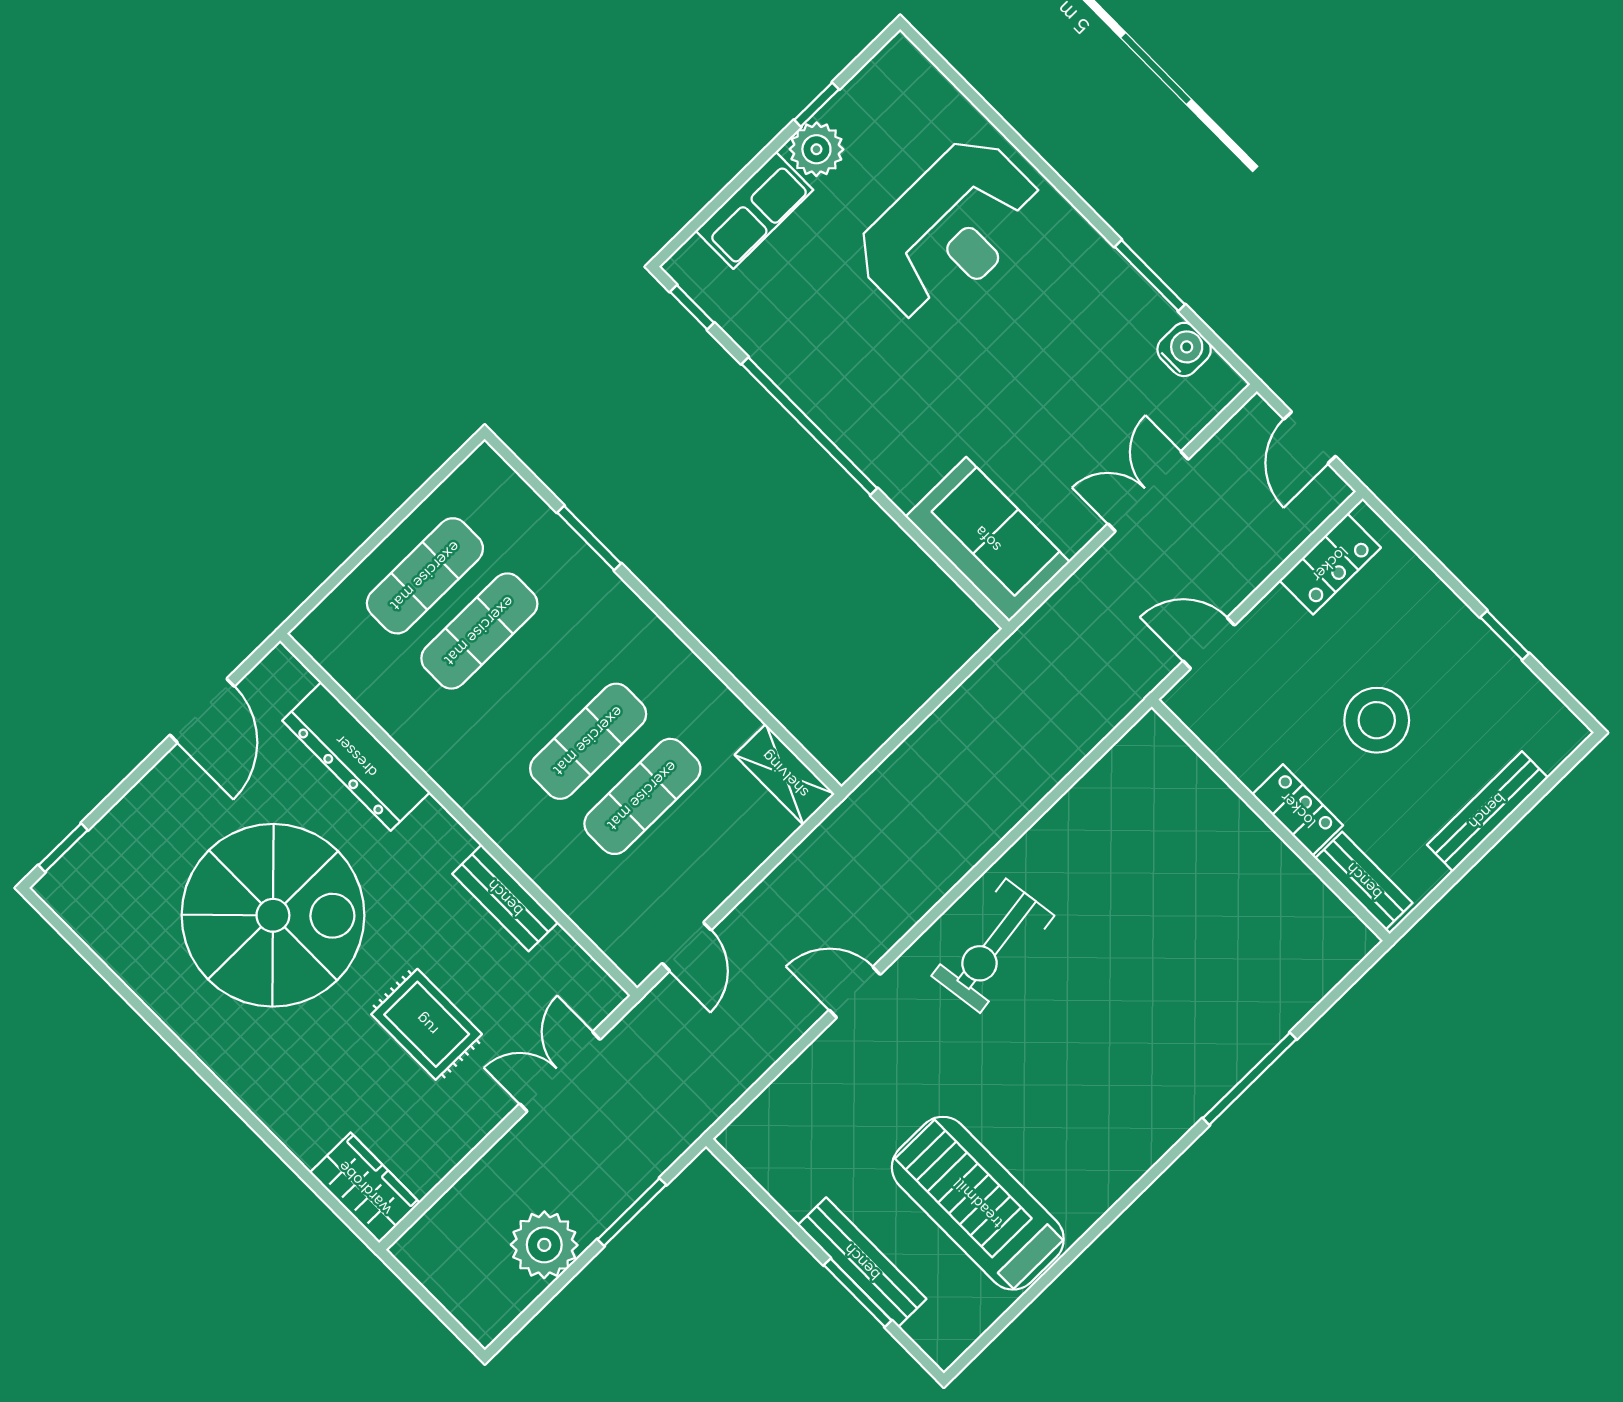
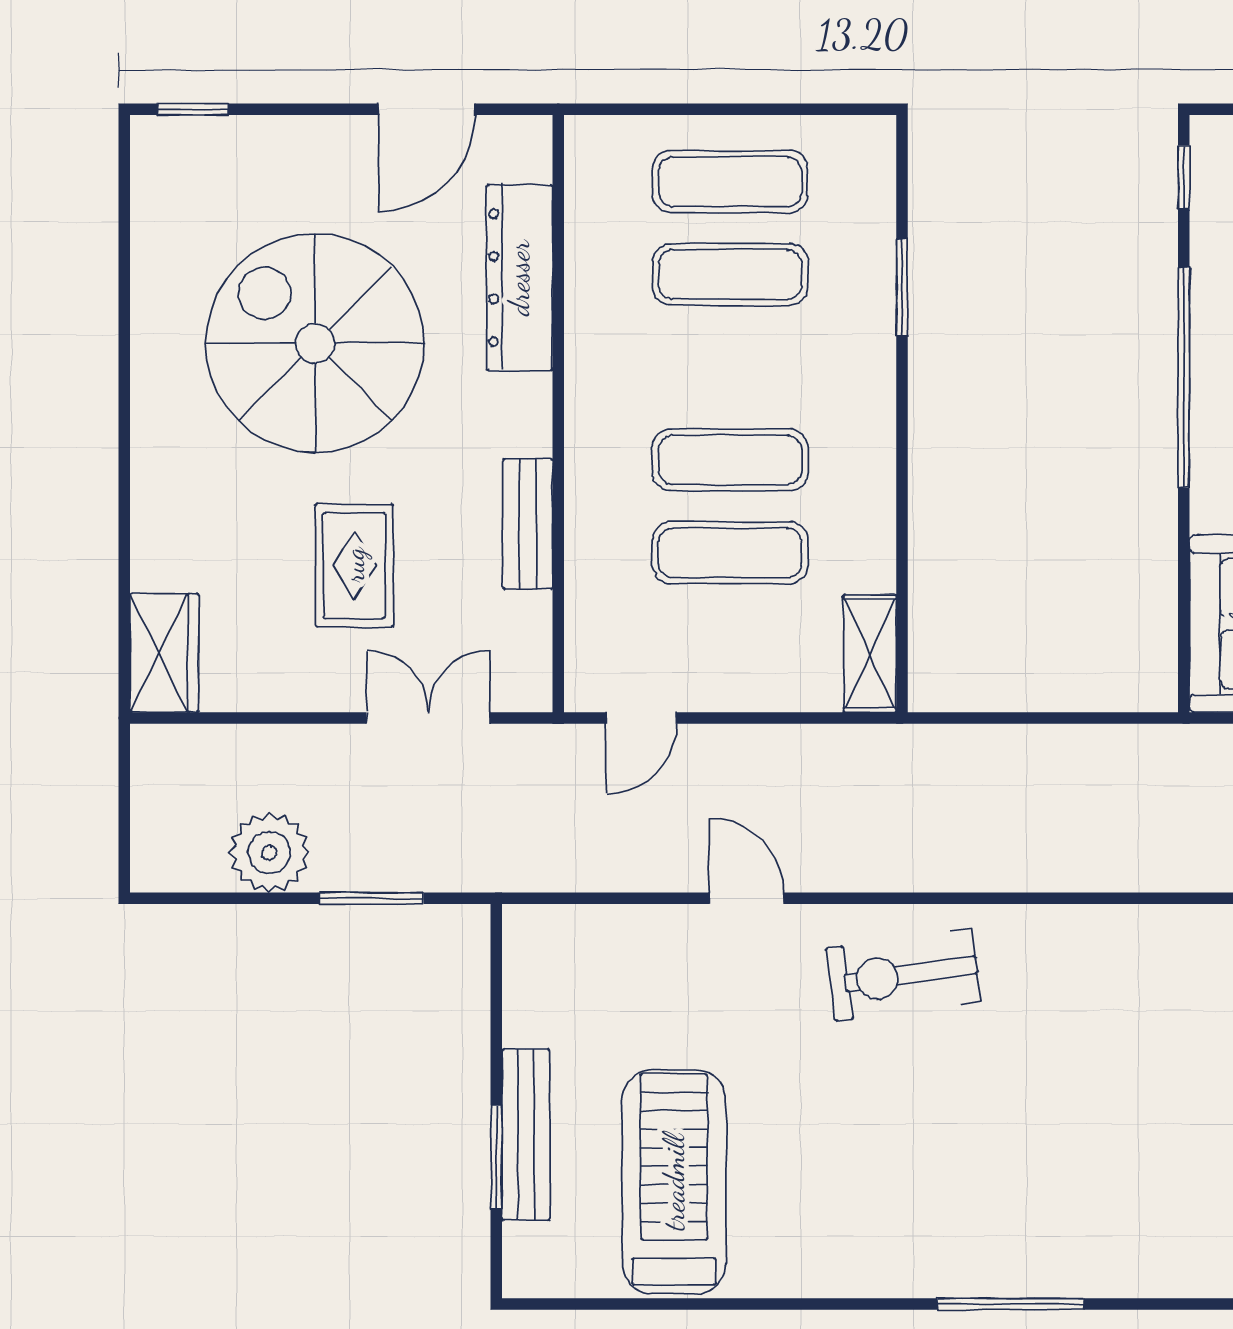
spiral stairs: (273, 915) -> (315, 343), turned 180

